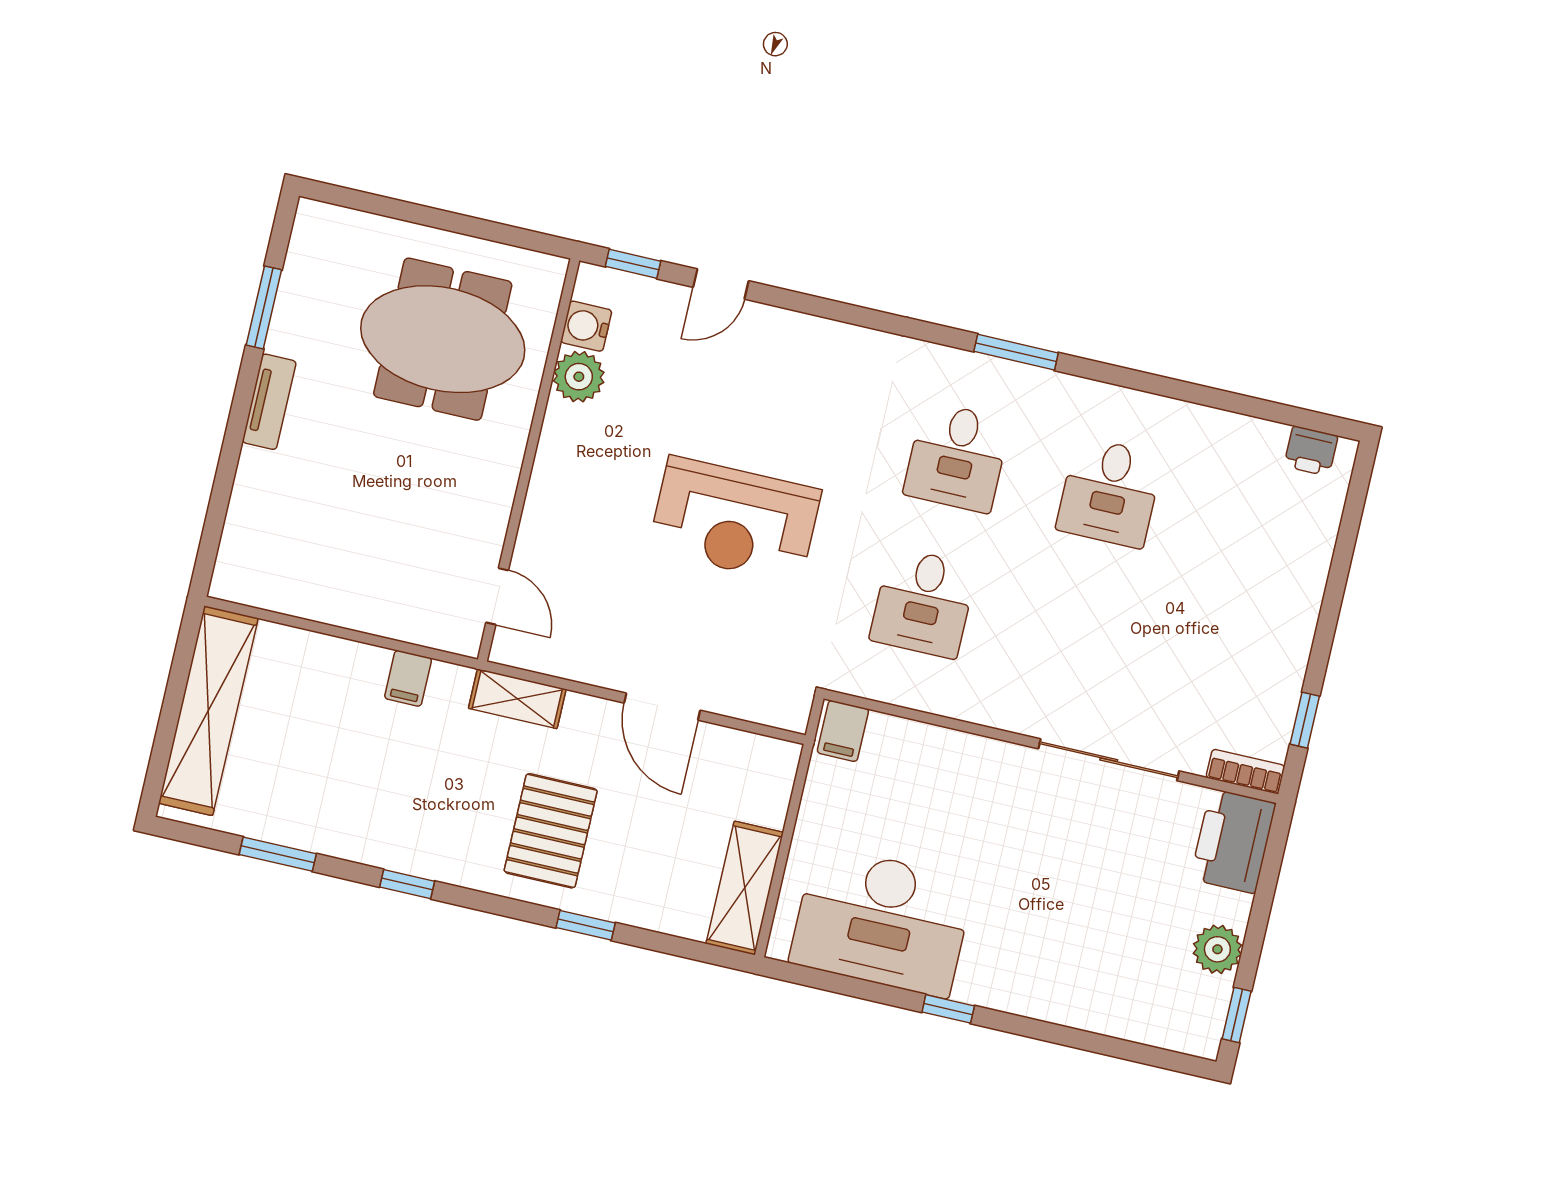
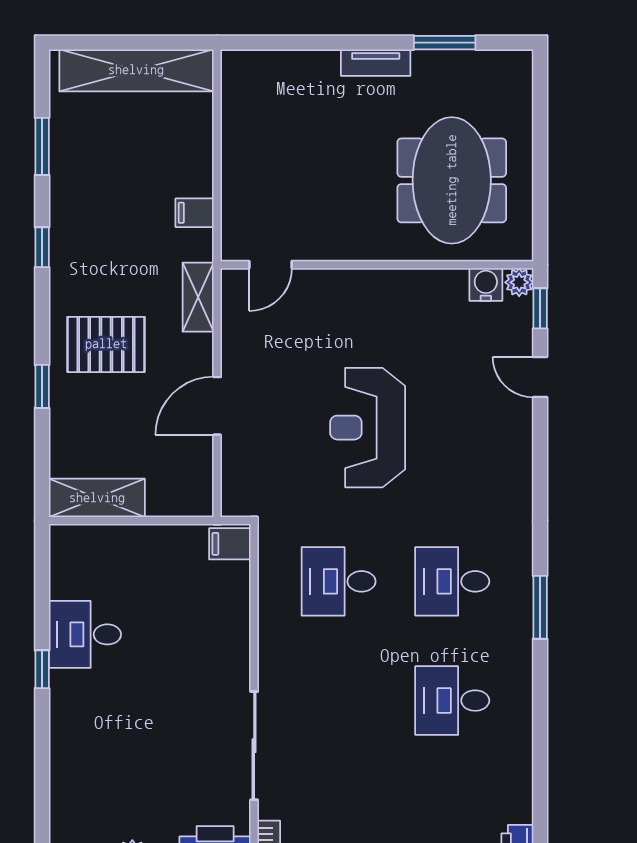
plant: (579, 377) -> (519, 282), moved, width x0.73, depth x0.73
desk: (882, 921) -> (85, 634), width x0.53, depth x0.77

